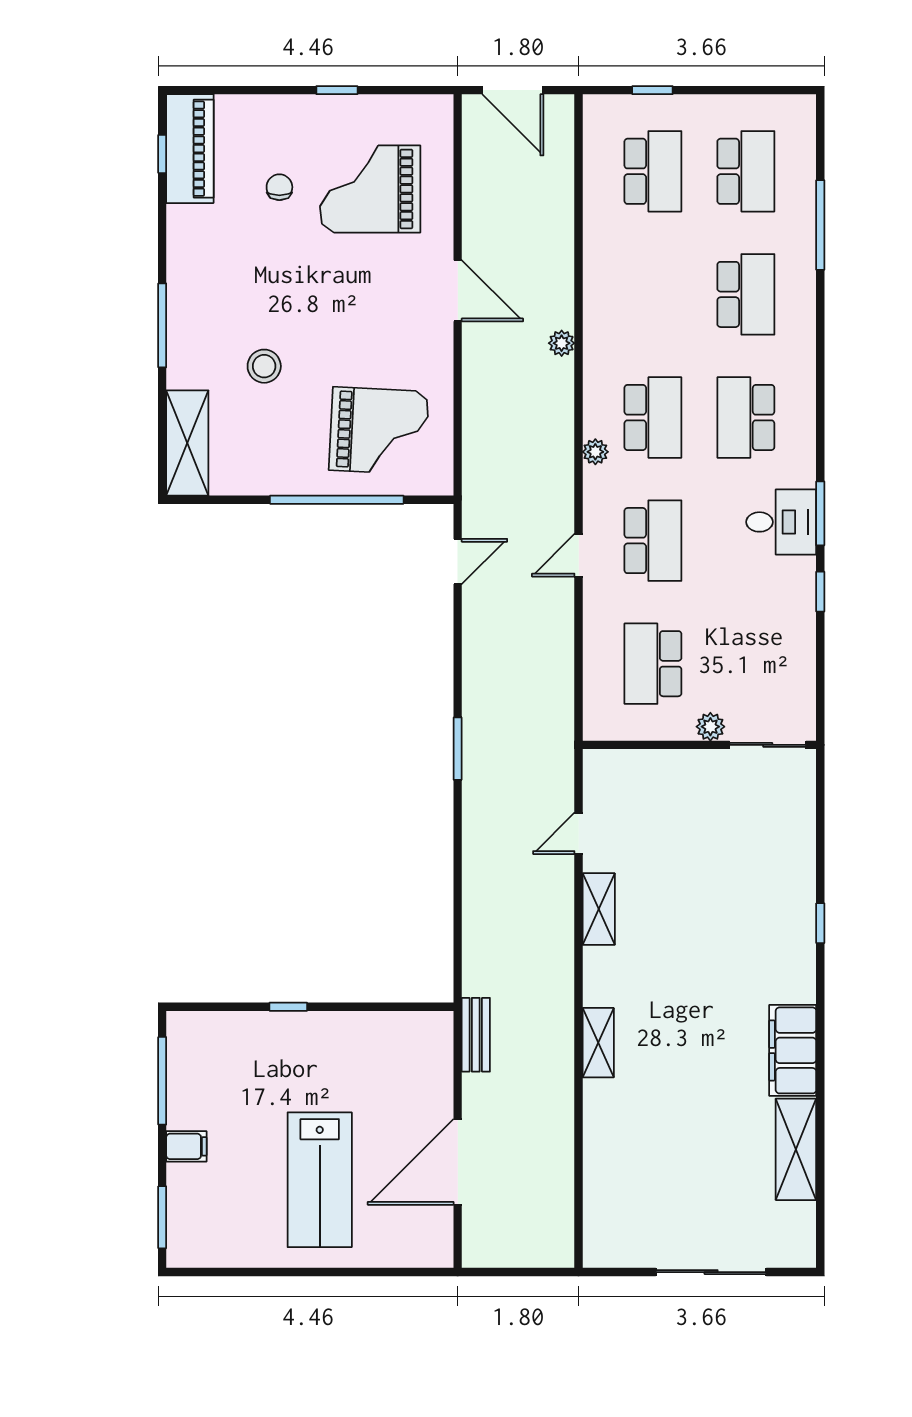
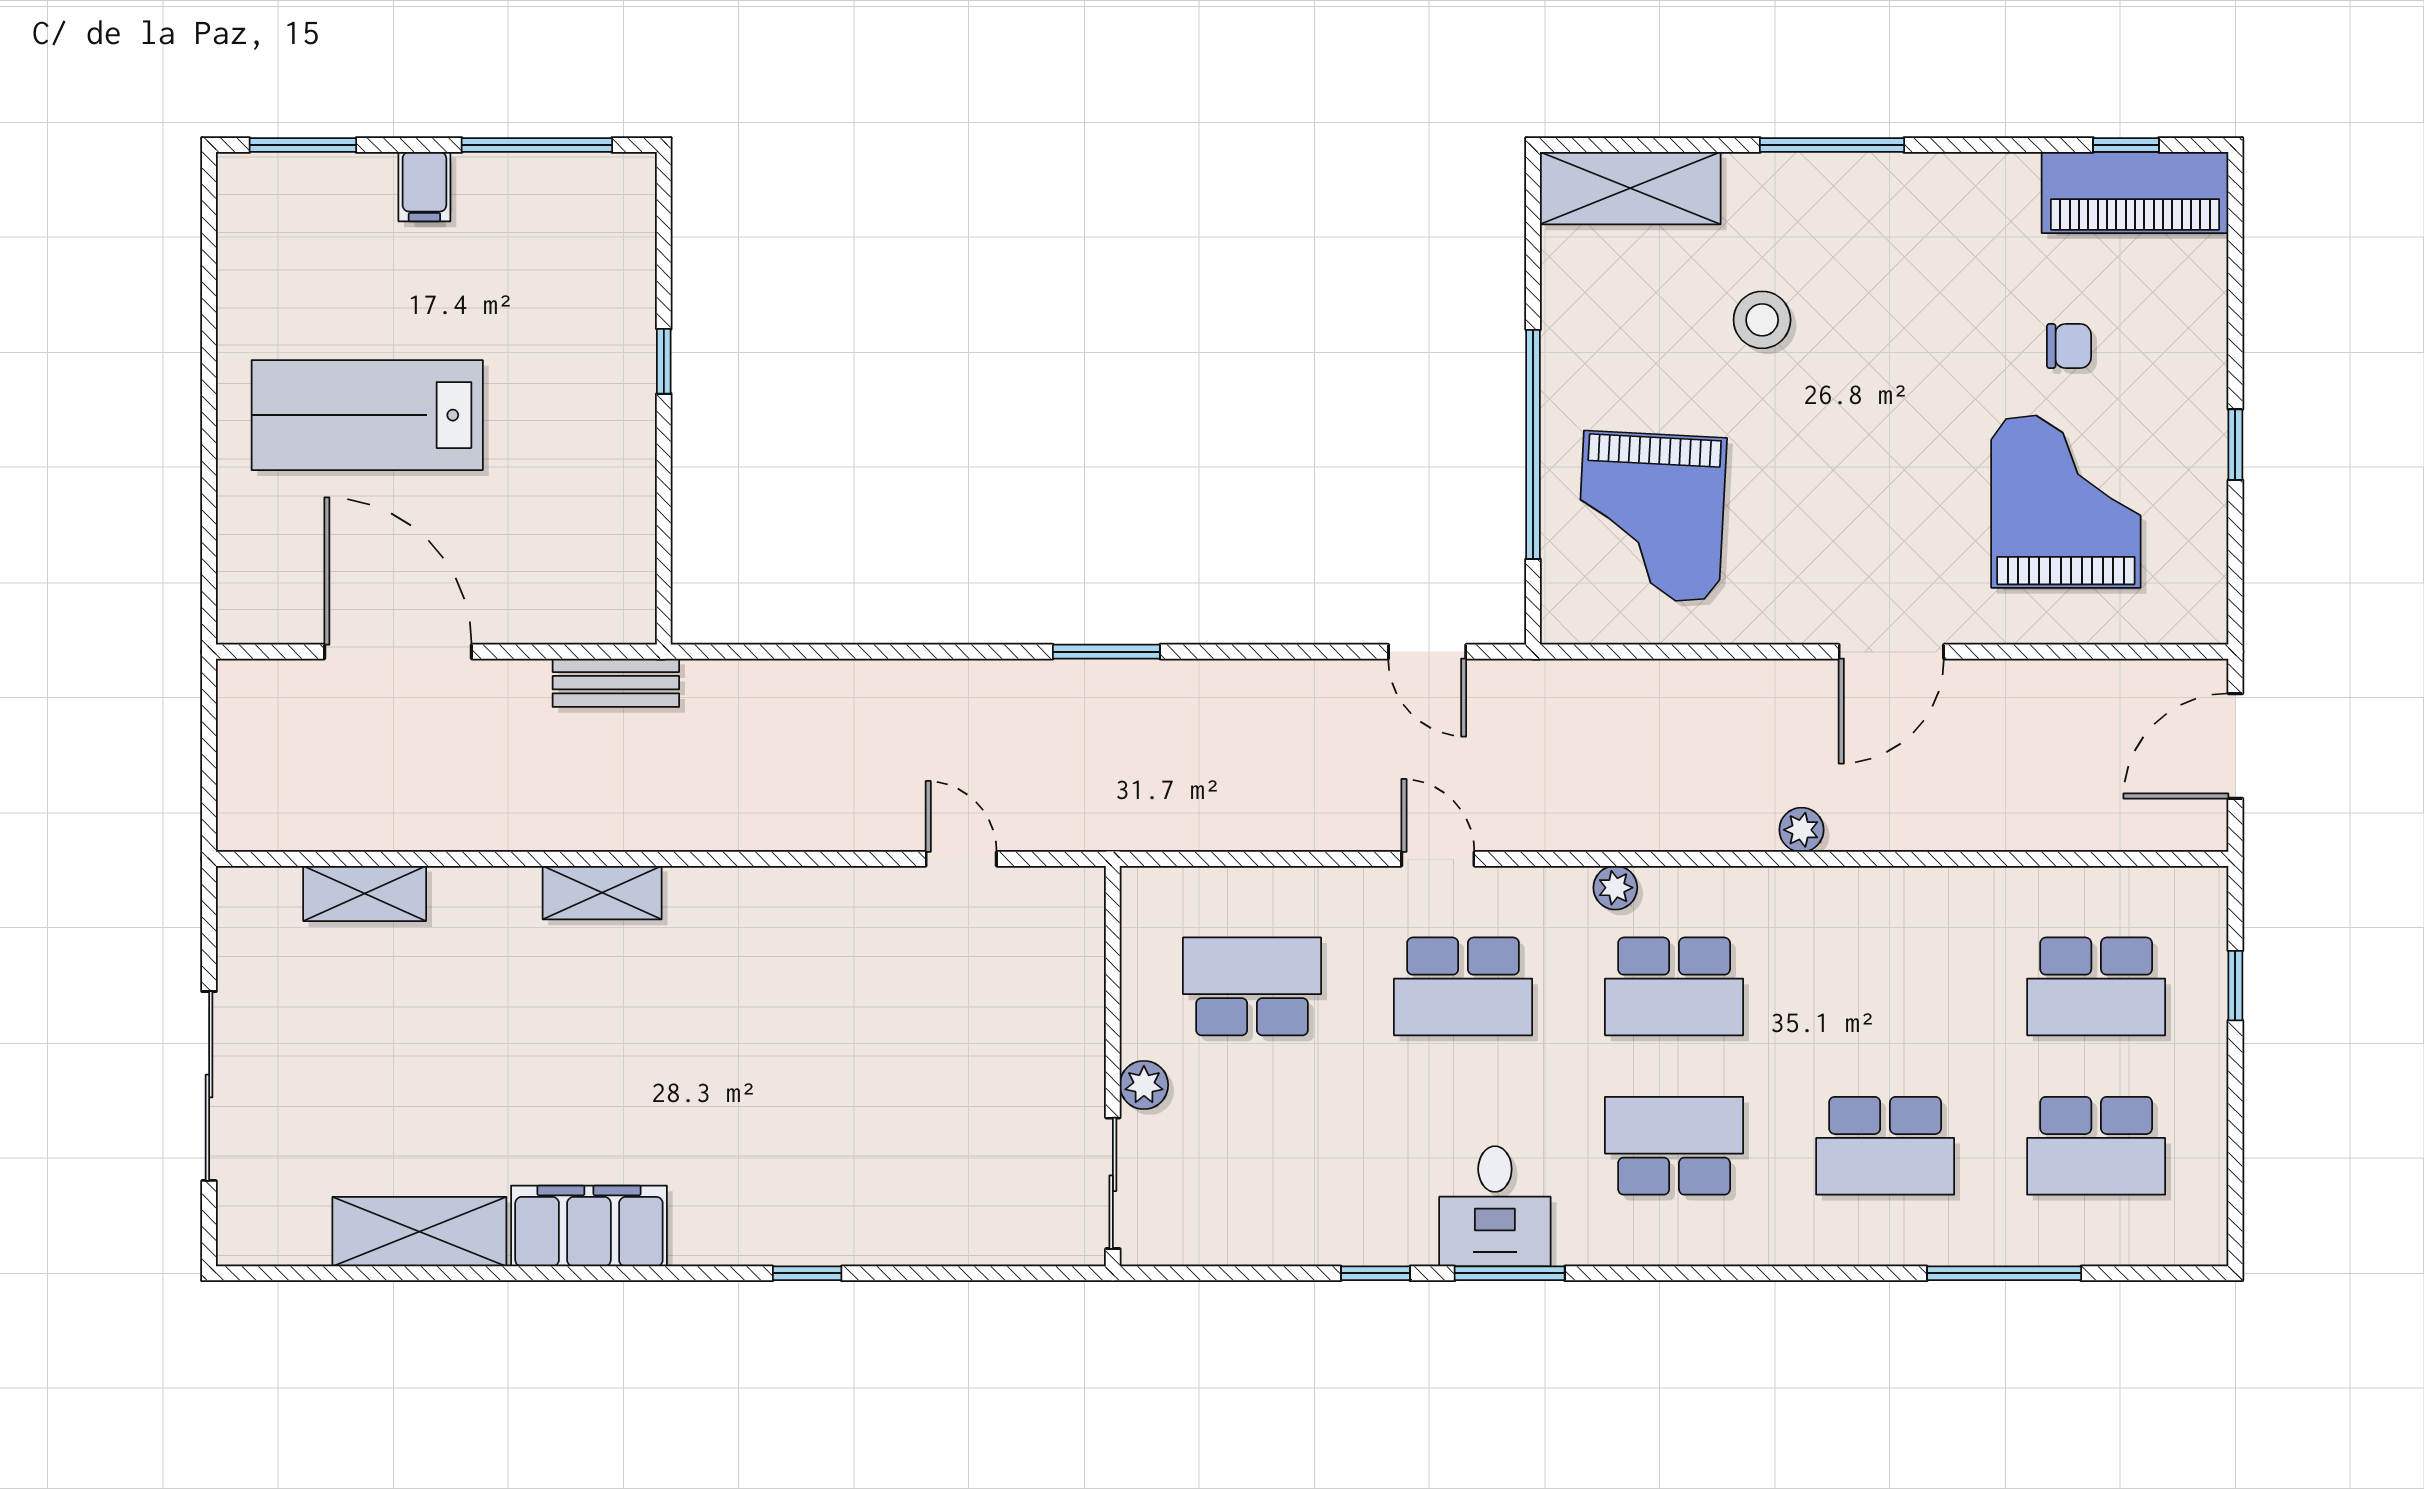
shelving: (599, 909) -> (365, 893), moved

